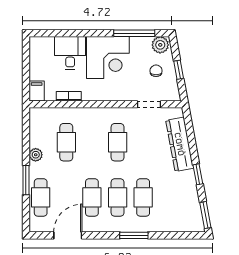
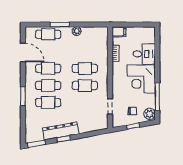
cafe table: (66, 142) -> (85, 68), moved
dresser: (180, 144) -> (61, 131), moved

